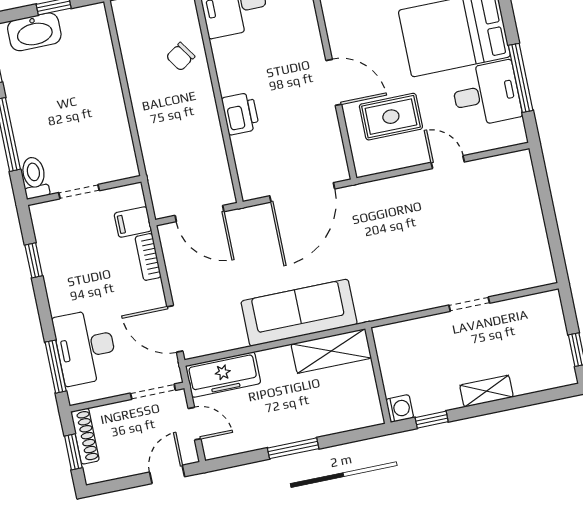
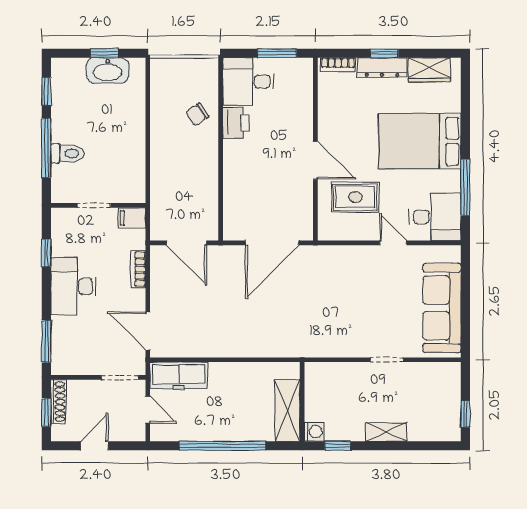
washbasin: (34, 32) -> (108, 70), moved
desk: (486, 94) -> (435, 217), moved
printer: (240, 114) -> (236, 123), moved
toilet: (35, 177) -> (67, 153), moved, turned 90
filing cabinet: (133, 222) -> (132, 218), moved
sofa: (299, 313) -> (442, 308), moved, turned -90
desk: (85, 347) -> (73, 286), moved
shelving: (331, 351) -> (288, 410), moved, turned 90
window: (293, 448) -> (222, 446), width x2.11
door: (167, 474) -> (94, 446), moved

